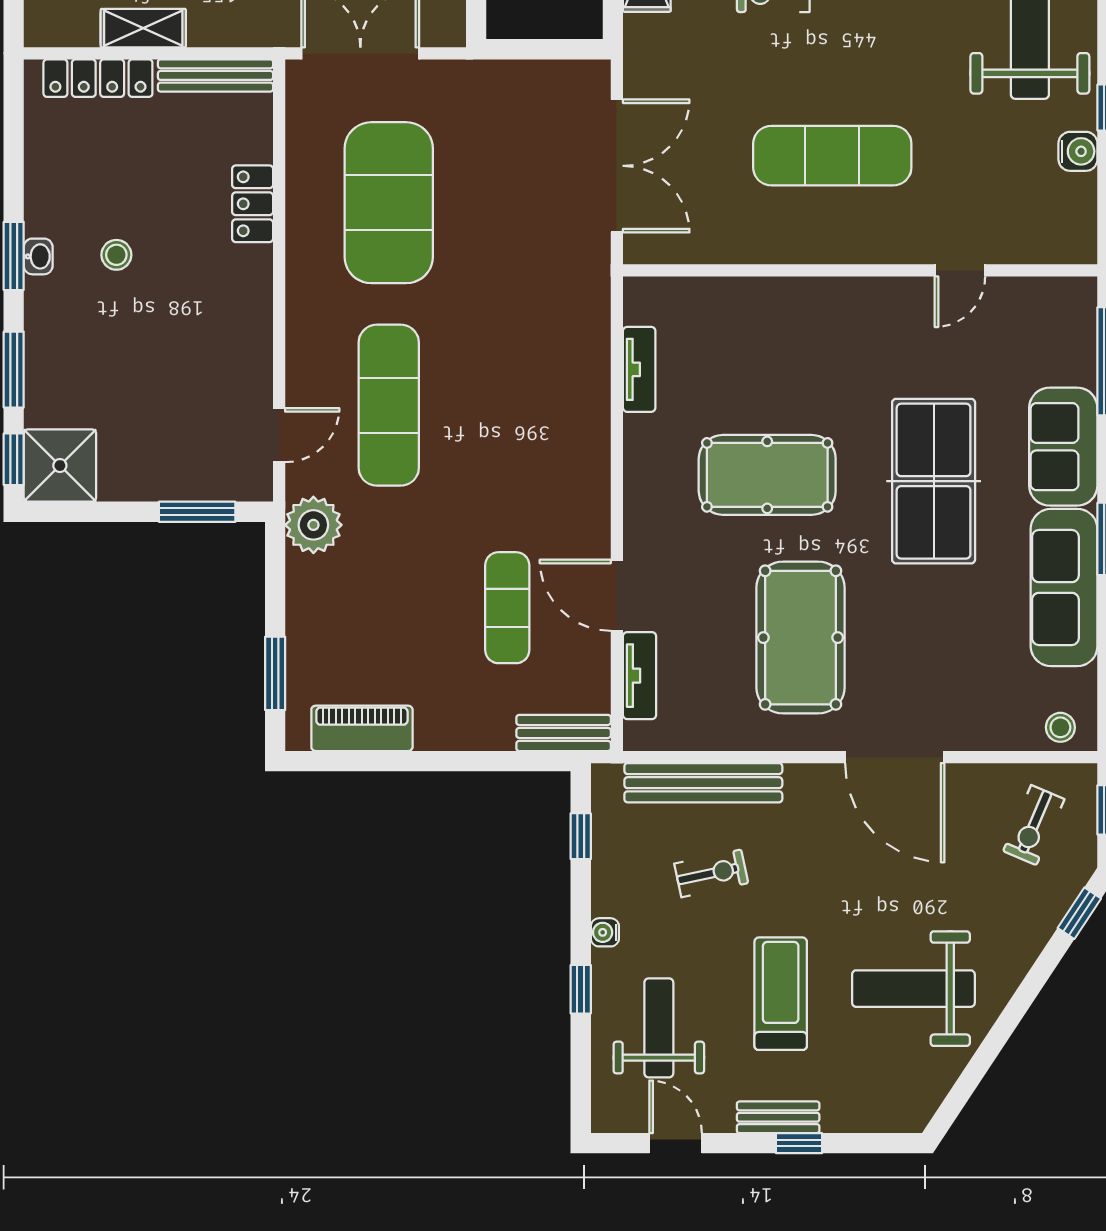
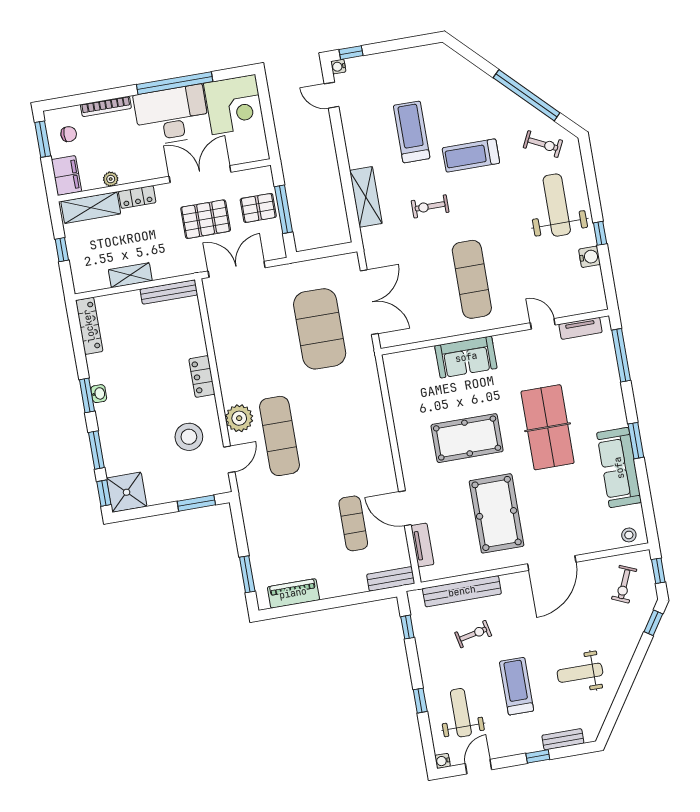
locker: (98, 78) -> (89, 326), moved, turned -90
exercise mat: (832, 156) -> (472, 279), turned 90
exercise mat: (389, 203) -> (320, 329), moved
locker: (253, 204) -> (202, 377), moved
stool: (116, 255) -> (189, 437), moved, width x1.89, depth x1.89
door: (960, 270) -> (543, 324), swing flipped
tv unit: (639, 369) -> (580, 328), moved, turned 90
sofa: (1063, 447) -> (466, 357), moved, turned -90
plant: (313, 525) -> (239, 418), moved
door: (895, 757) -> (552, 563), hinge flipped
water cooler: (605, 932) -> (443, 761), moved
weight bench: (913, 989) -> (580, 673), width x0.73, depth x0.75
bench: (778, 1117) -> (563, 739), moved
door: (676, 1143) -> (479, 767), hinge flipped

